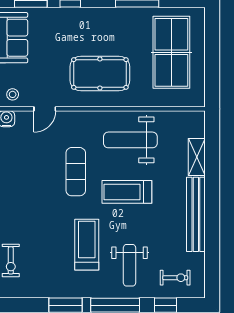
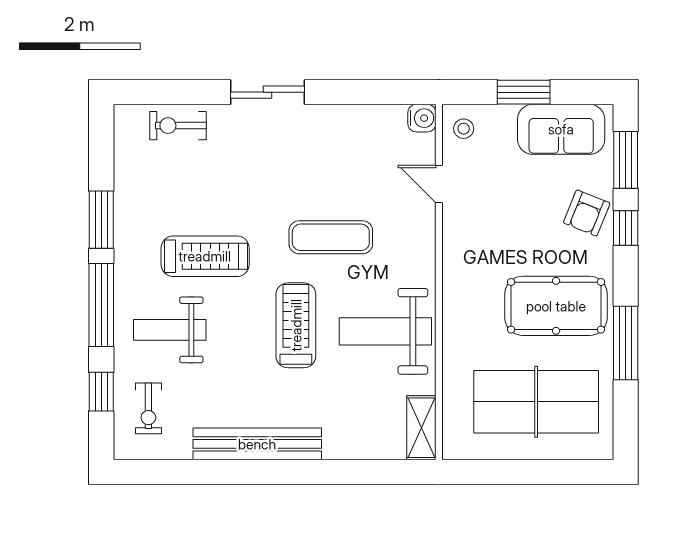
armchair: (62, 23) -> (587, 213), added
pool table: (100, 73) -> (556, 306), moved, turned 90
weight bench: (130, 140) -> (385, 331), turned -90
shelving: (197, 157) -> (421, 428), moved, turned 90

